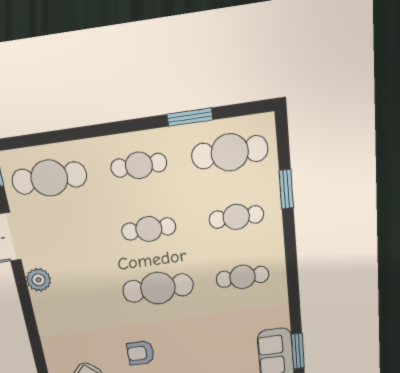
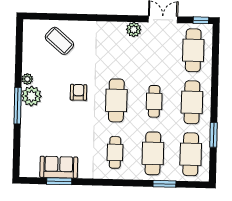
cafe table: (139, 165) -> (192, 102), width x1.37, depth x1.35
cafe table: (236, 217) -> (153, 153), width x1.37, depth x1.35
armchair: (141, 353) -> (79, 92), moved

